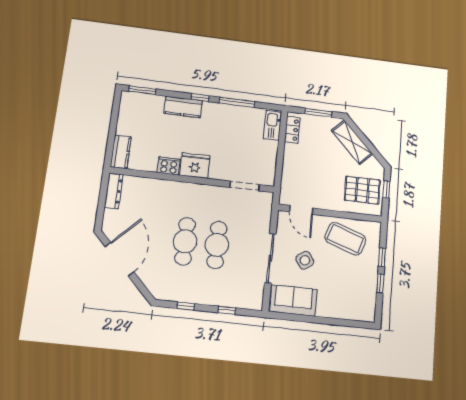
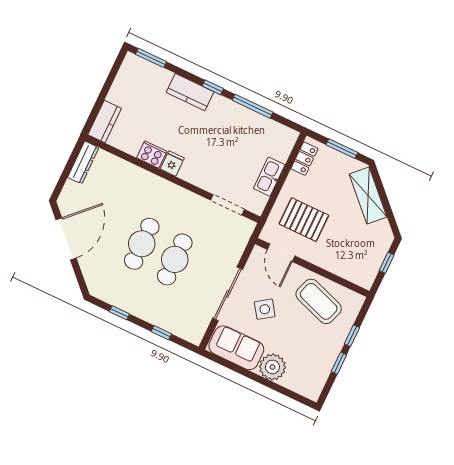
kitchen sink: (273, 125) -> (269, 177), moved
fridge: (195, 166) -> (172, 163), width x0.53, depth x0.75
pallet: (362, 190) -> (304, 220), moved
plant: (329, 306) -> (272, 367), added

